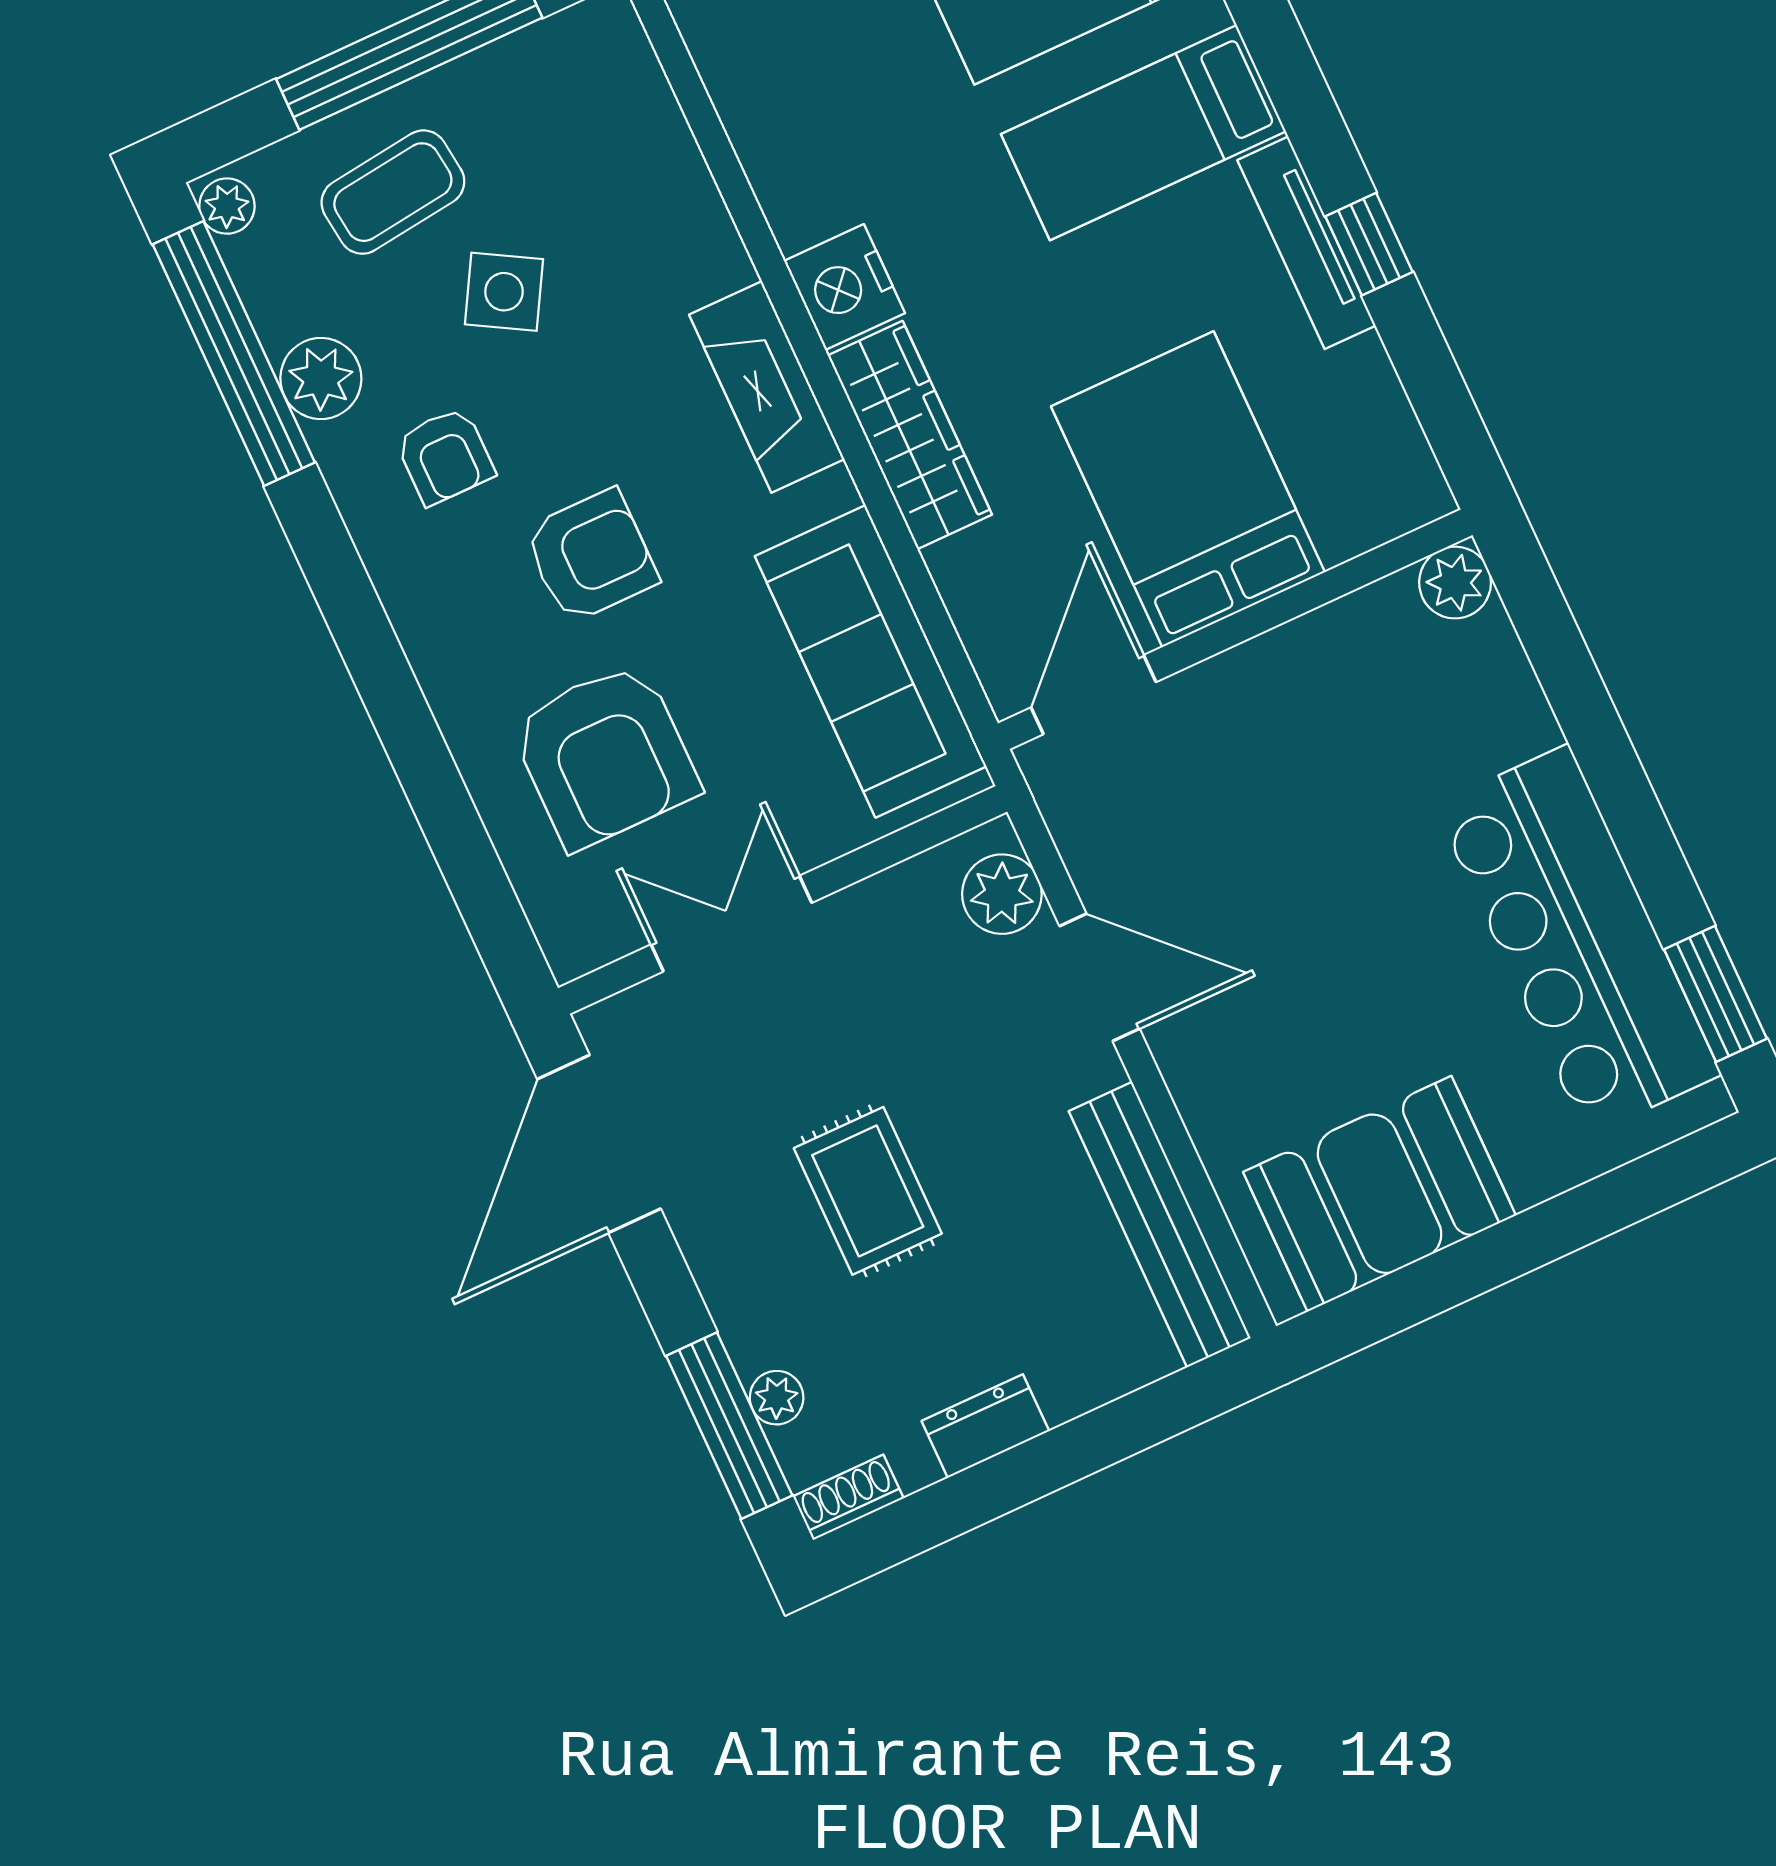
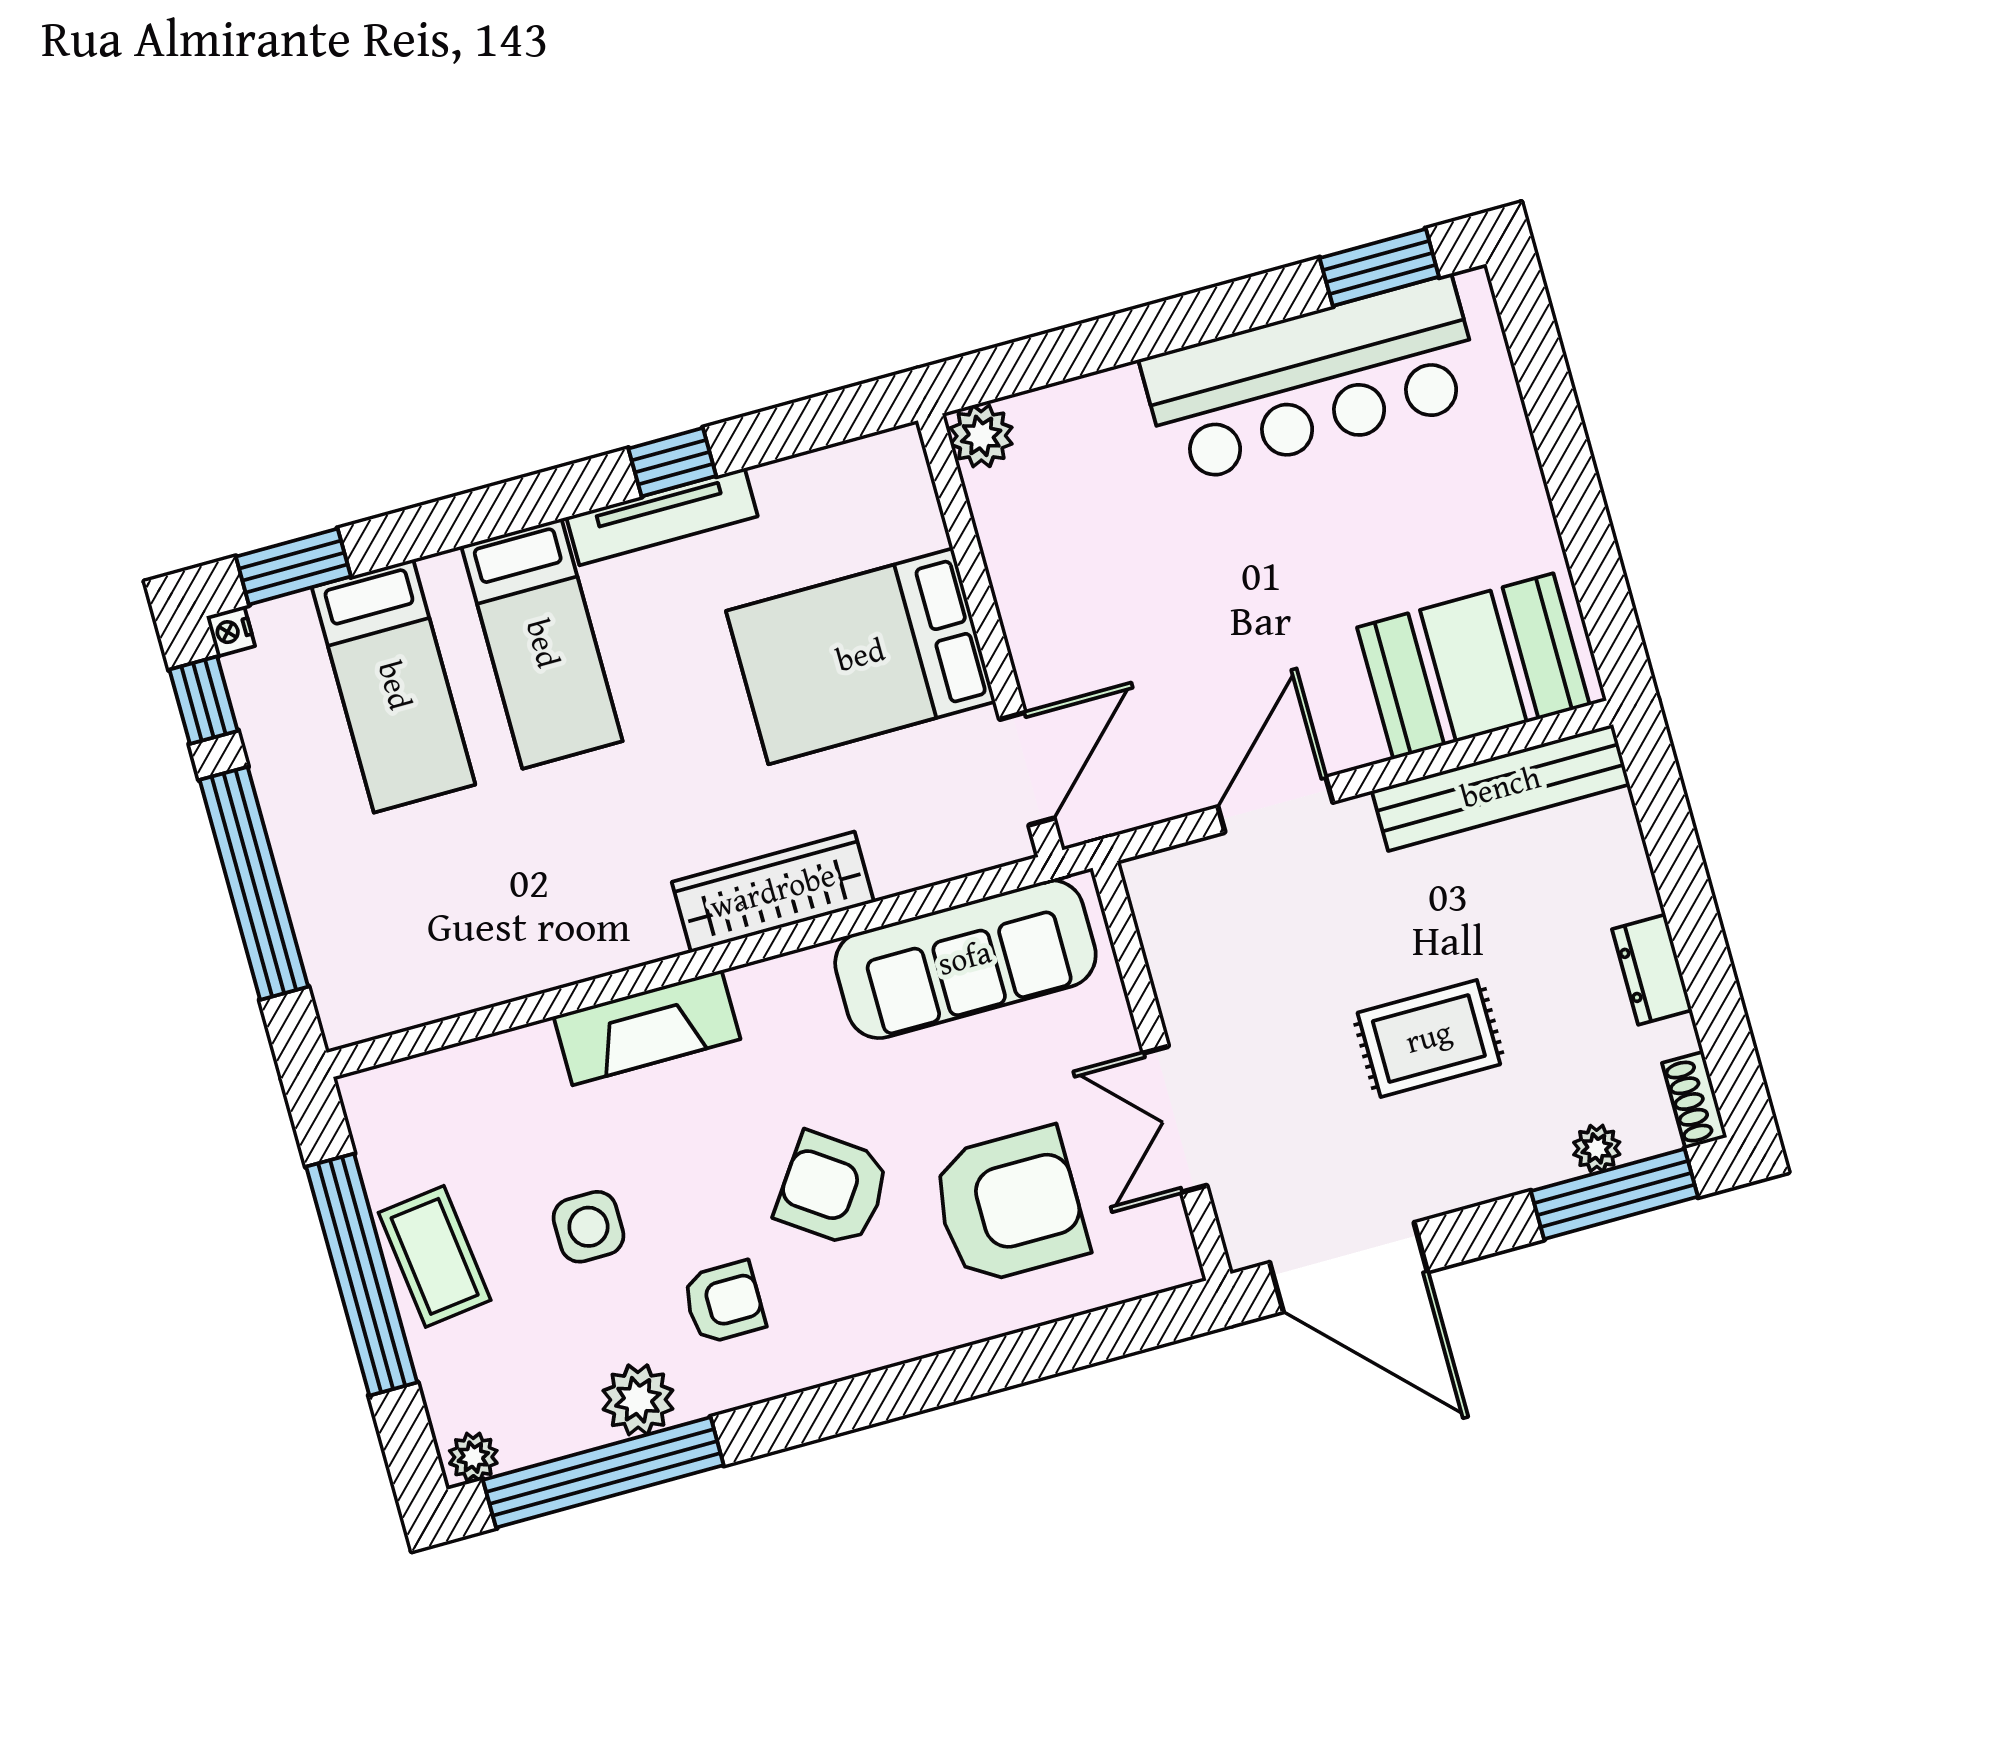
coffee table: (393, 192) -> (435, 1256), moved
nightstand: (845, 287) -> (634, 928), removed
side table: (504, 292) -> (588, 1227), turned -30
fireplace: (767, 387) -> (647, 1028), moved
armchair: (591, 556) -> (833, 1189), turned -55
door: (1093, 695) -> (1027, 769), swing flipped
plant: (1002, 894) -> (1188, 878), removed
booth: (1380, 1194) -> (1473, 666), moved, turned 90

